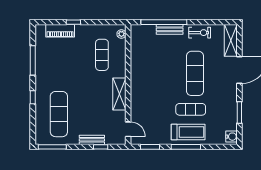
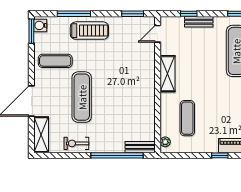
bench: (170, 29) -> (140, 147), moved
exercise mat: (191, 109) -> (55, 61), moved
window: (239, 113) -> (31, 31), moved
door: (128, 129) -> (158, 34), hinge flipped
treadmill: (188, 132) -> (89, 31), turned 180
window: (186, 147) -> (74, 14), moved

